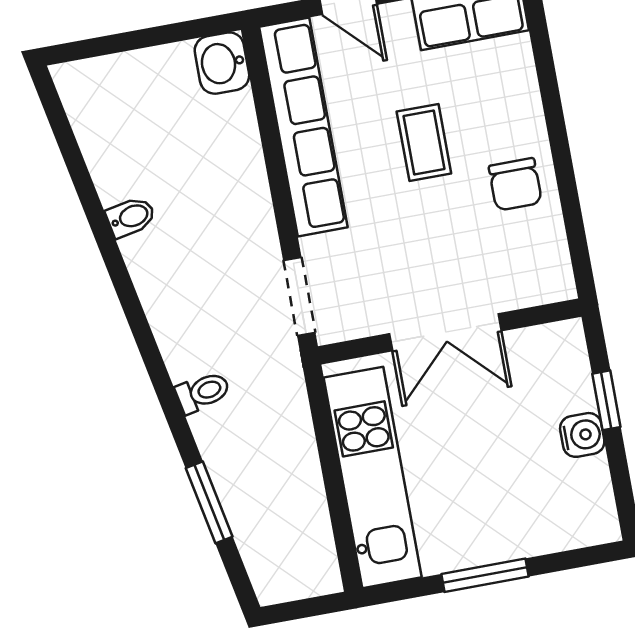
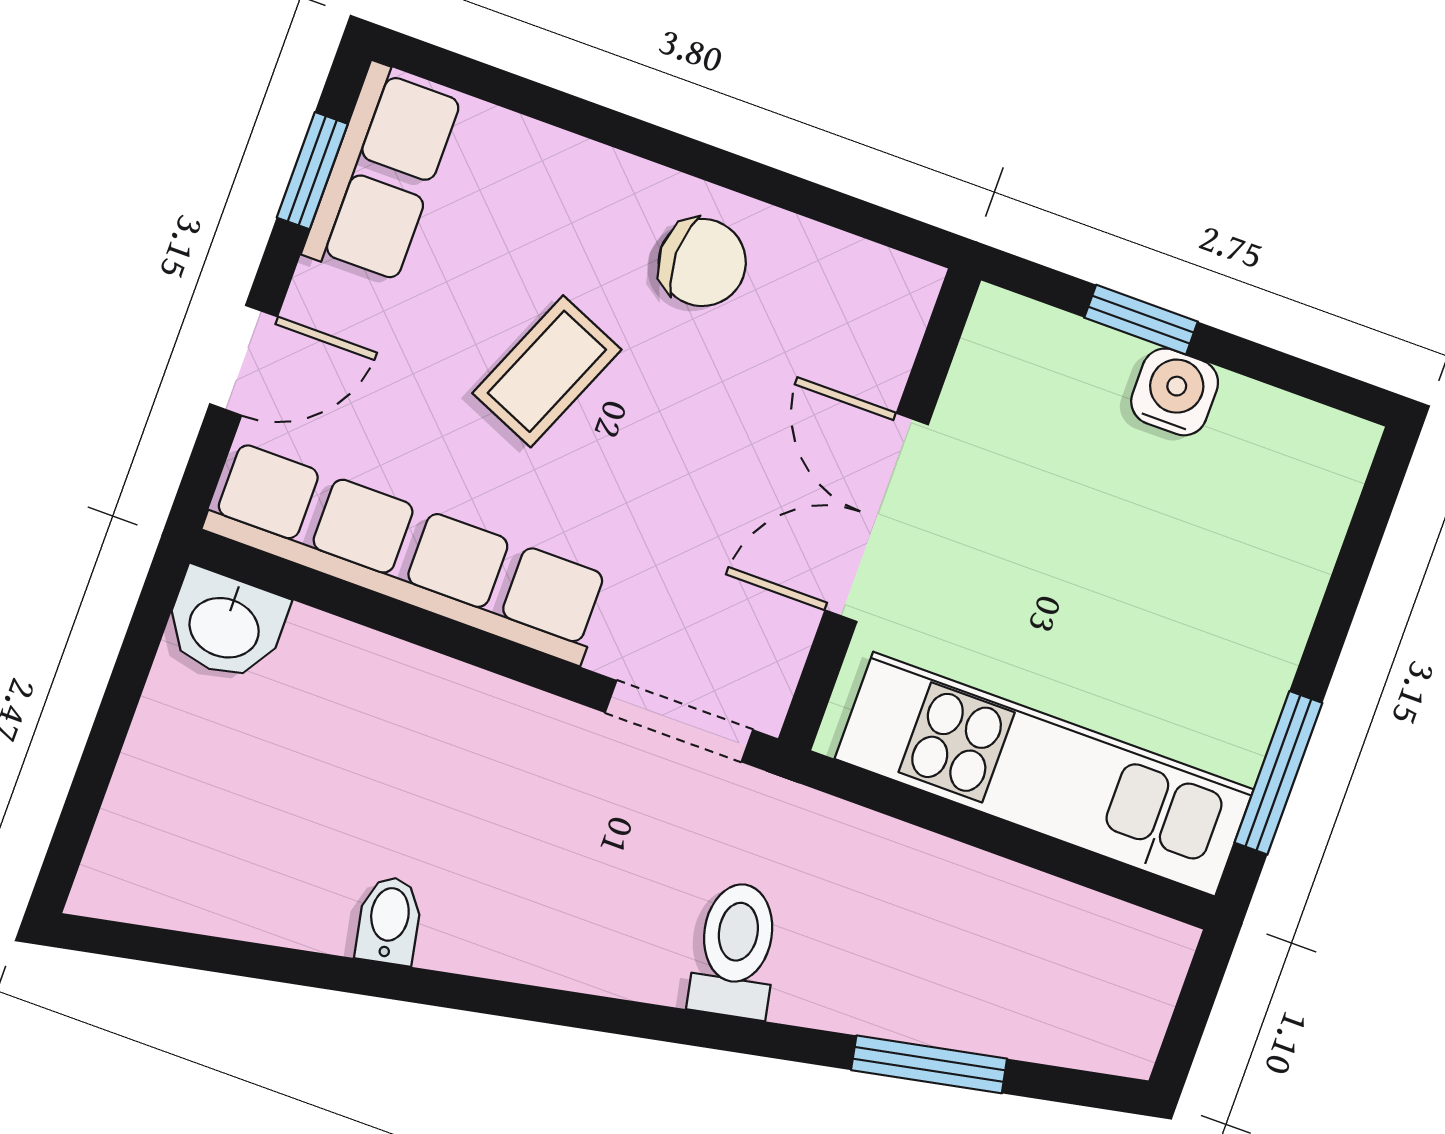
coffee table: (424, 142) -> (547, 371), turned -67
double door: (445, 332) -> (877, 517), swing flipped
toilet: (203, 392) -> (735, 950), width x1.37, depth x1.39
window: (485, 575) -> (1278, 773), moved

